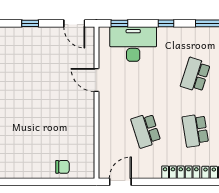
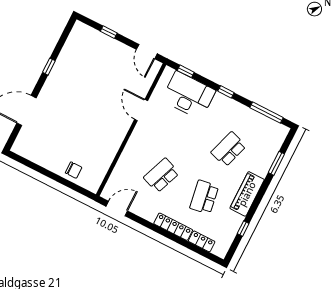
school desk: (146, 130) -> (161, 175), turned 39

